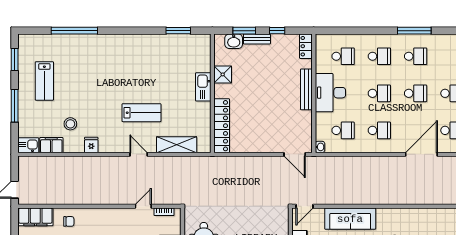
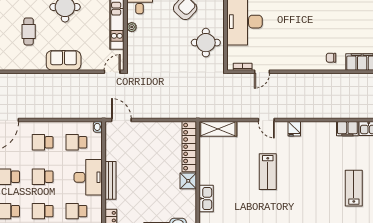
shower: (223, 74) -> (188, 181), moved
kitchen sink: (203, 87) -> (206, 198), moved
lab bench: (142, 113) -> (268, 172), moved, turned -90
stool: (70, 124) -> (330, 148), removed
fridge: (91, 145) -> (294, 129), moved
shelving: (177, 145) -> (218, 129), moved
sofa: (350, 219) -> (64, 60), width x0.73

